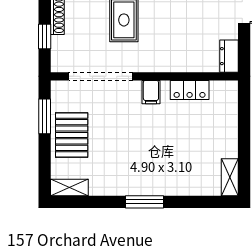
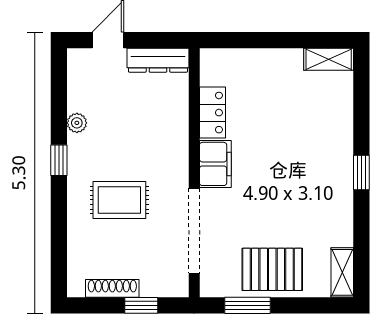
dresser: (229, 56) -> (158, 60), width x1.44
filing cabinet: (151, 92) -> (215, 164), width x2.00
window: (145, 202) -> (361, 172), width x0.67

